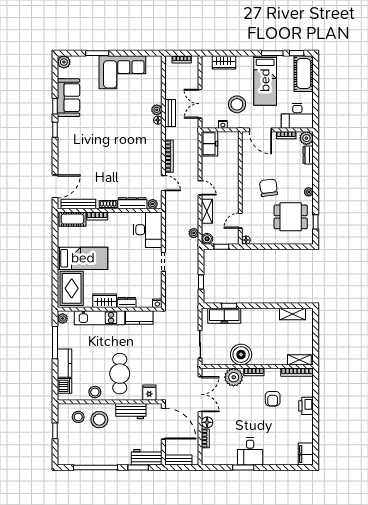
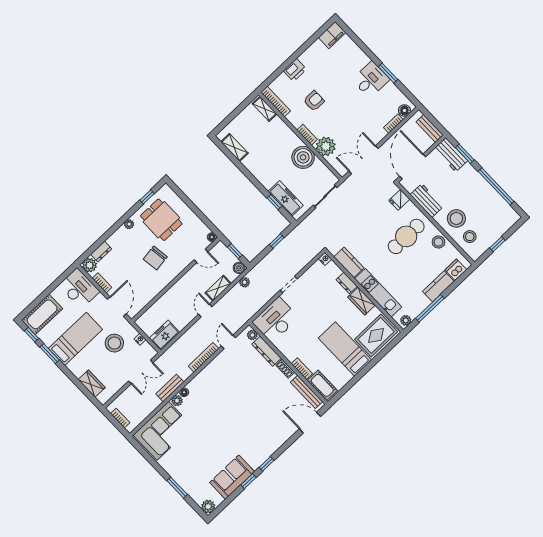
corner sofa: (122, 72) -> (163, 431), moved, turned 90
floor lamp: (207, 422) -> (404, 110), moved

